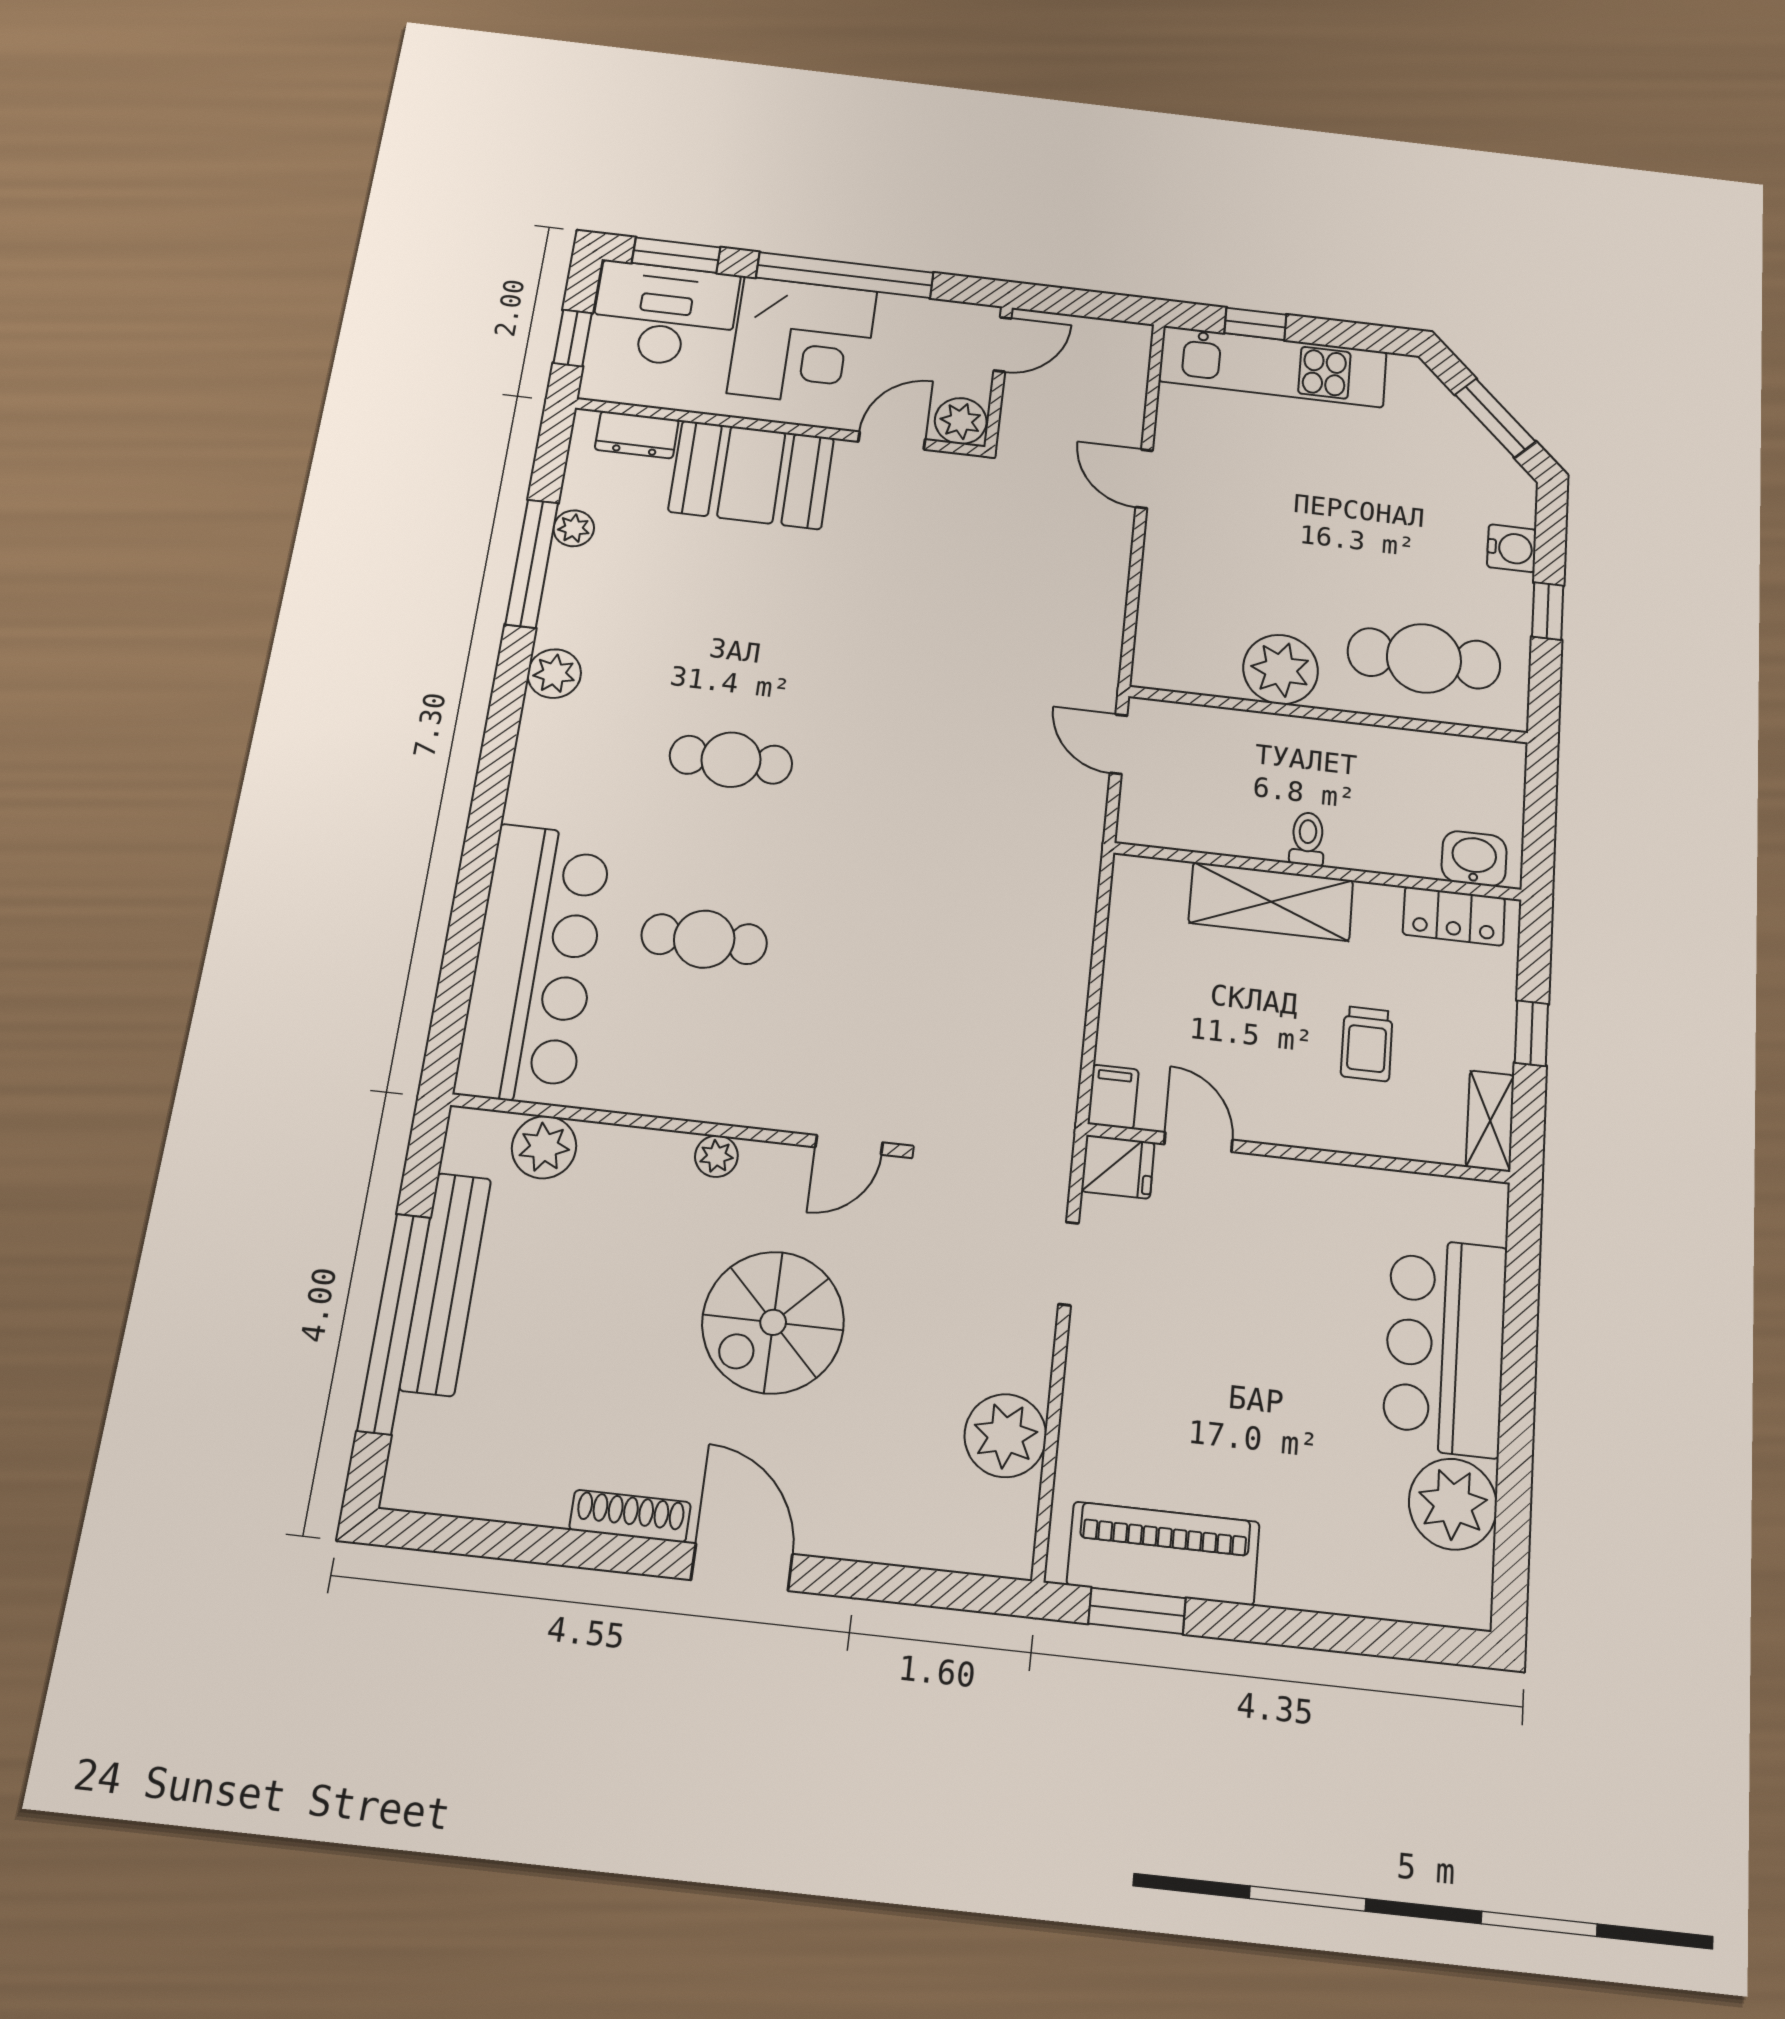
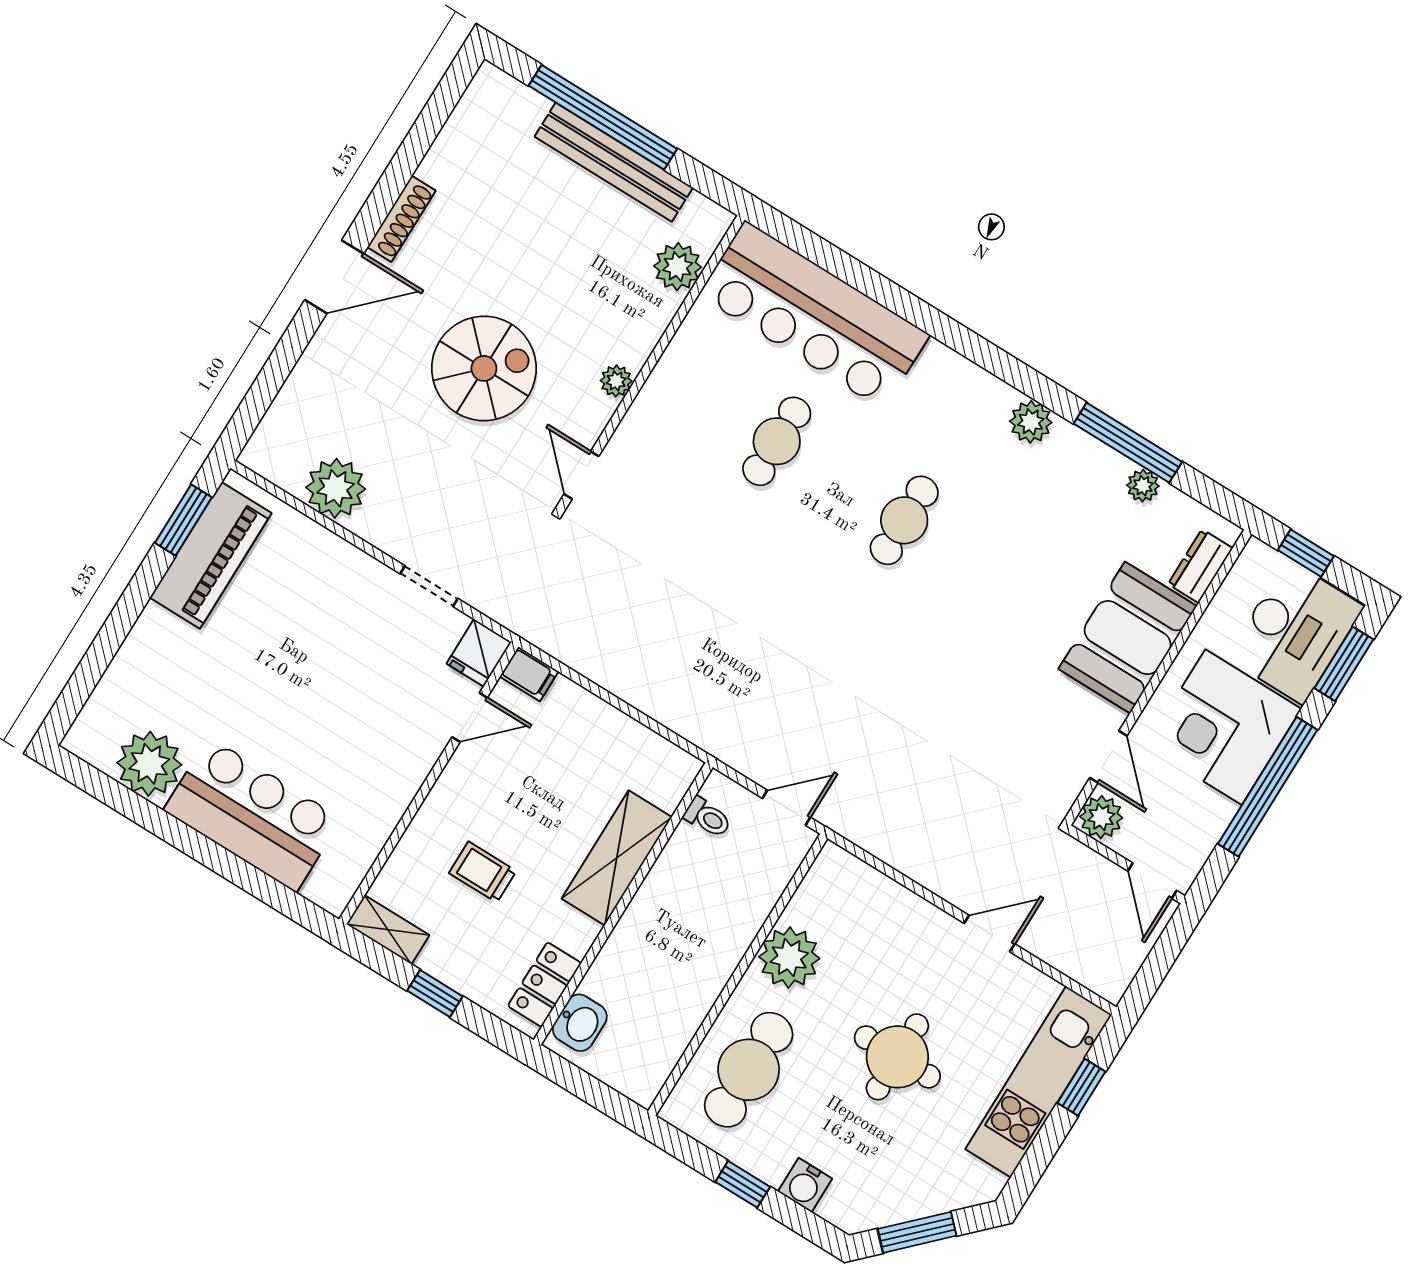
round table: (1325, 514) -> (897, 1057), added
toilet: (1307, 839) -> (708, 817), moved
spiral stairs: (773, 1322) -> (484, 368), turned 90

